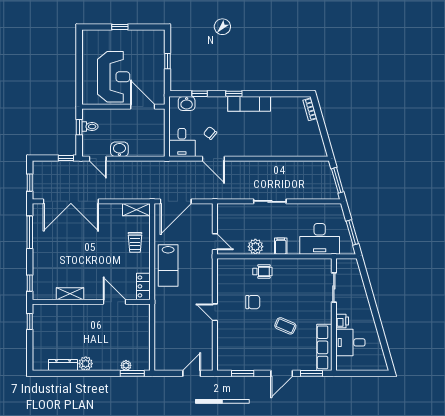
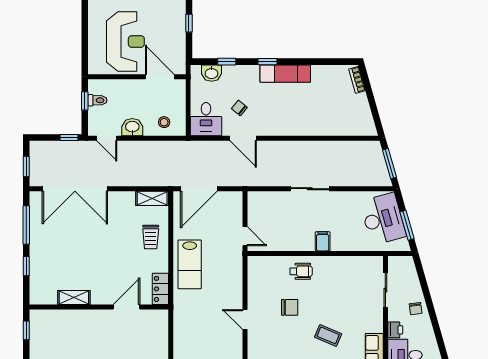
stool: (146, 145) -> (164, 122), added
desk: (320, 239) -> (383, 219), moved, turned -106
plant: (255, 247) -> (293, 242), removed
window: (30, 283) -> (26, 266), moved
door: (115, 302) -> (127, 307), hinge flipped
chair: (359, 303) -> (416, 309), added

